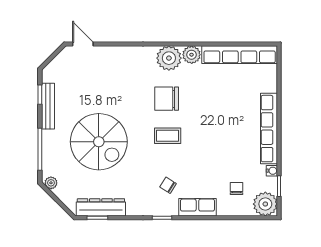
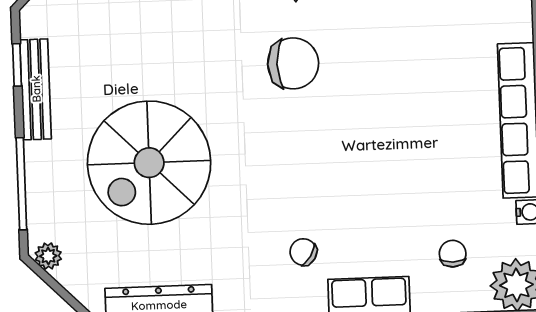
chair: (167, 99) -> (293, 63), turned 180
coffee table: (168, 136) -> (298, 144), removed
spiral stairs: (99, 142) -> (149, 163), turned 90

